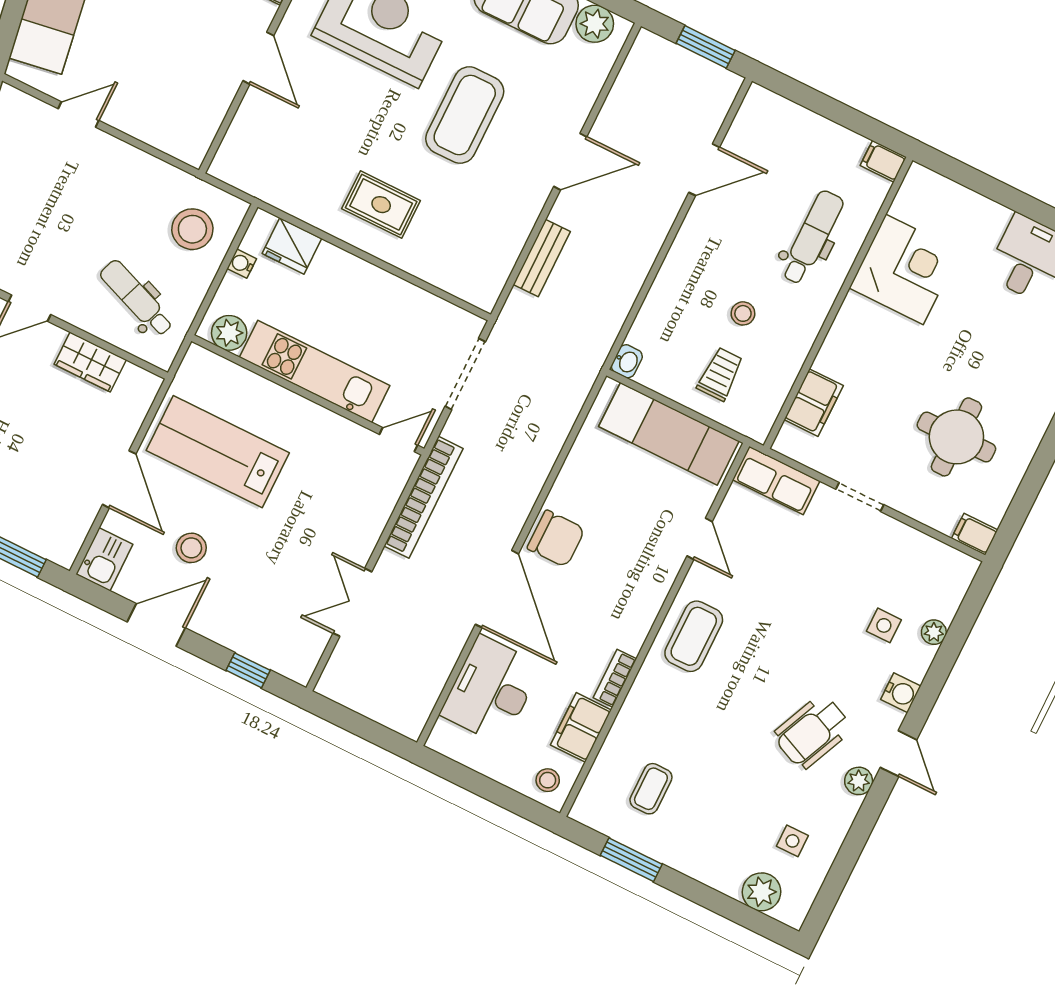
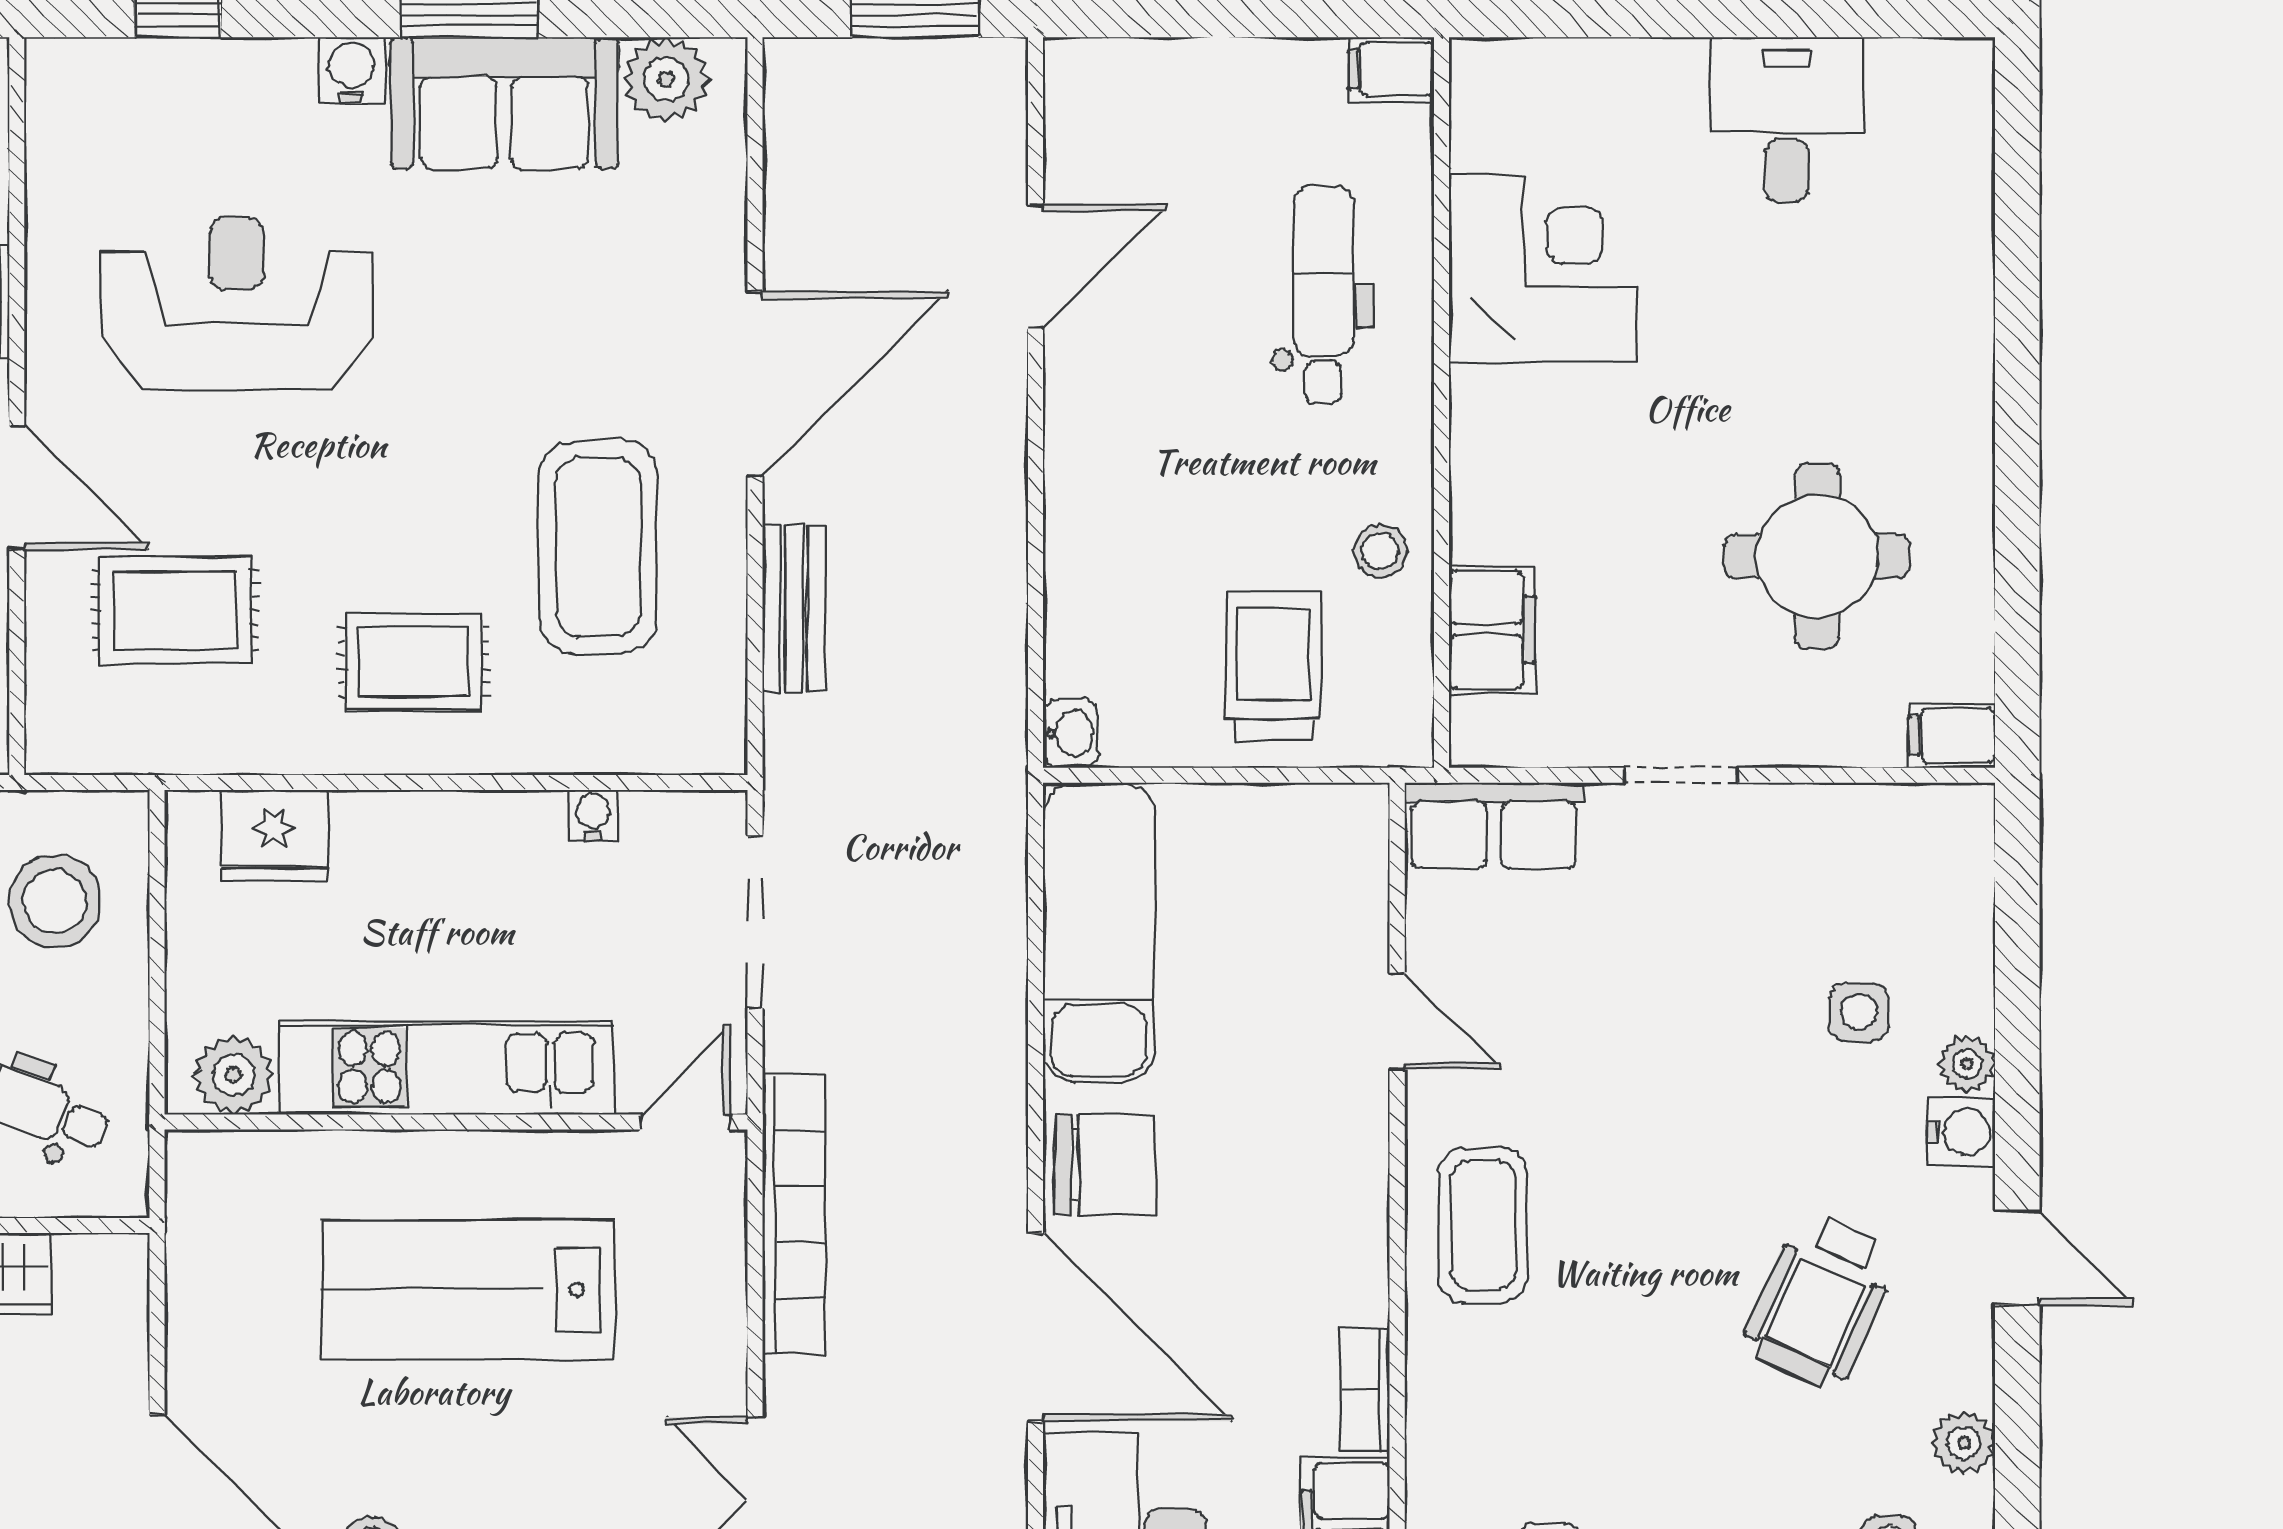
coffee table: (465, 115) -> (598, 547), moved
rug: (297, 138) -> (175, 610), added
door: (570, 162) -> (755, 384), width x1.36
water cooler: (242, 264) -> (593, 815), moved, turned 90
stool: (743, 313) -> (1380, 551), moved
trolley: (720, 374) -> (1274, 666), width x1.36, depth x1.39
exam couch: (669, 434) -> (1099, 932), moved, turned -90
lab bench: (218, 452) -> (468, 1289), moved
plant: (934, 632) -> (1967, 1064), moved
plant: (859, 781) -> (1964, 1443), moved

